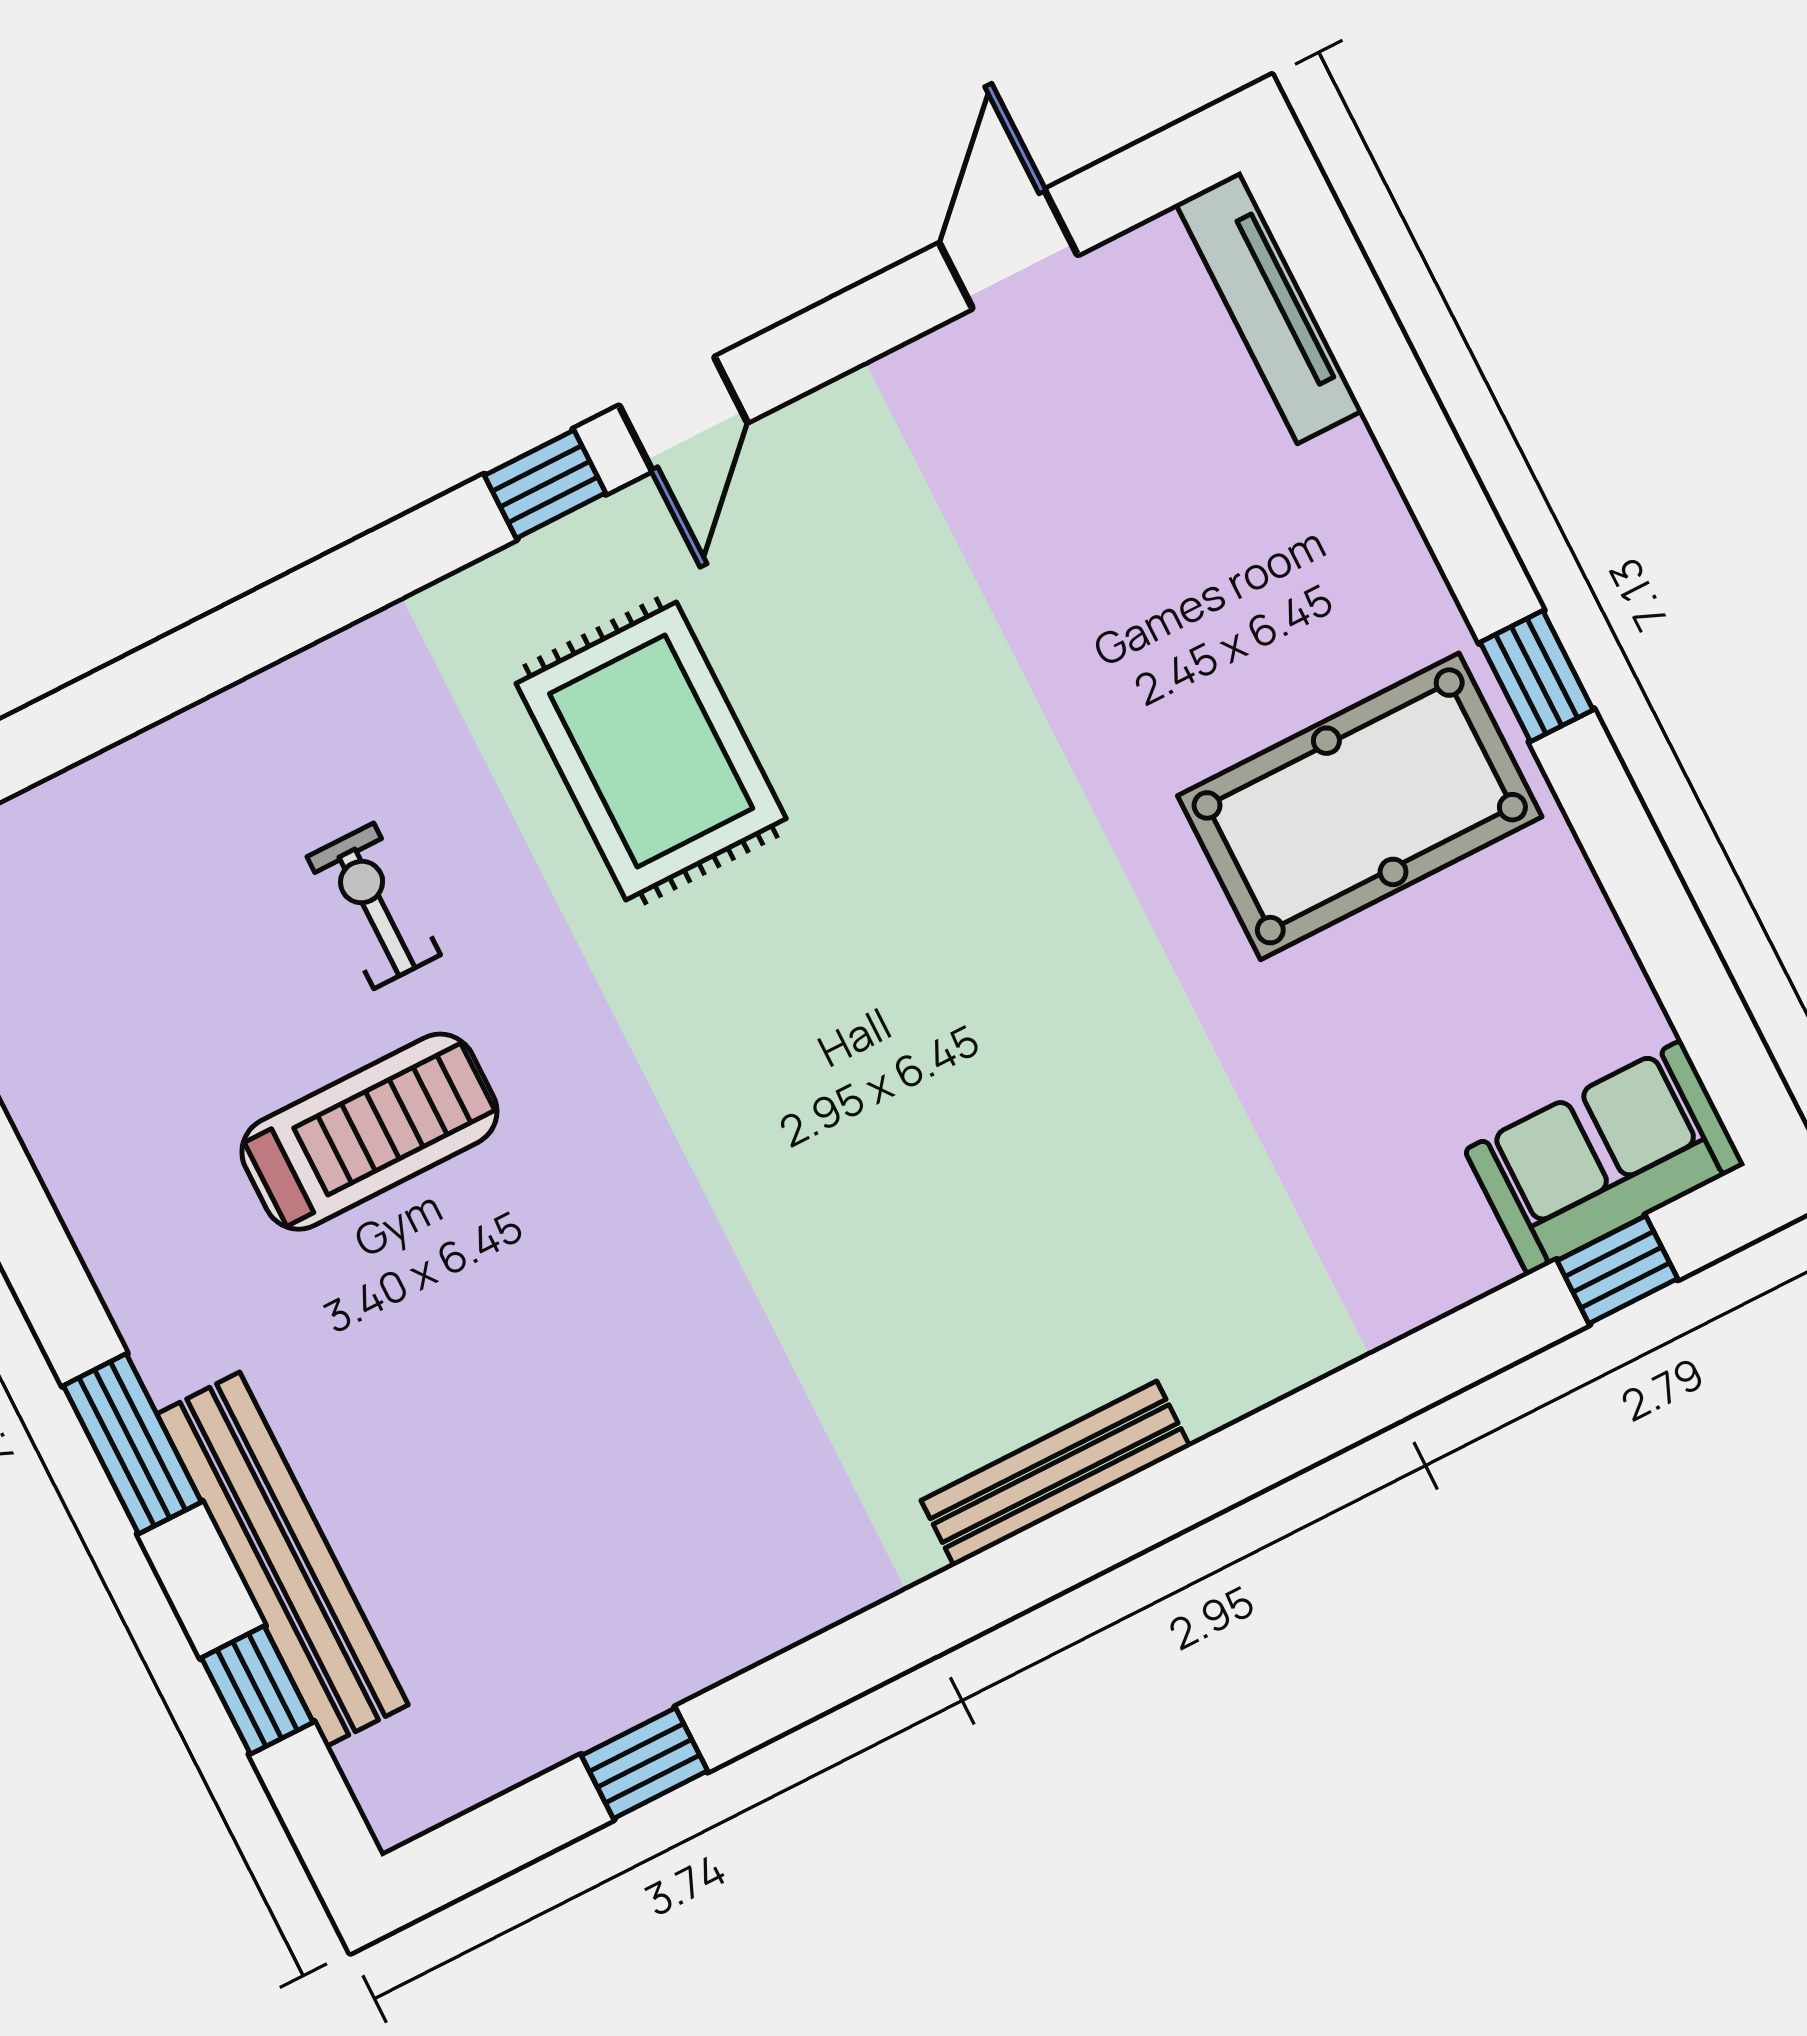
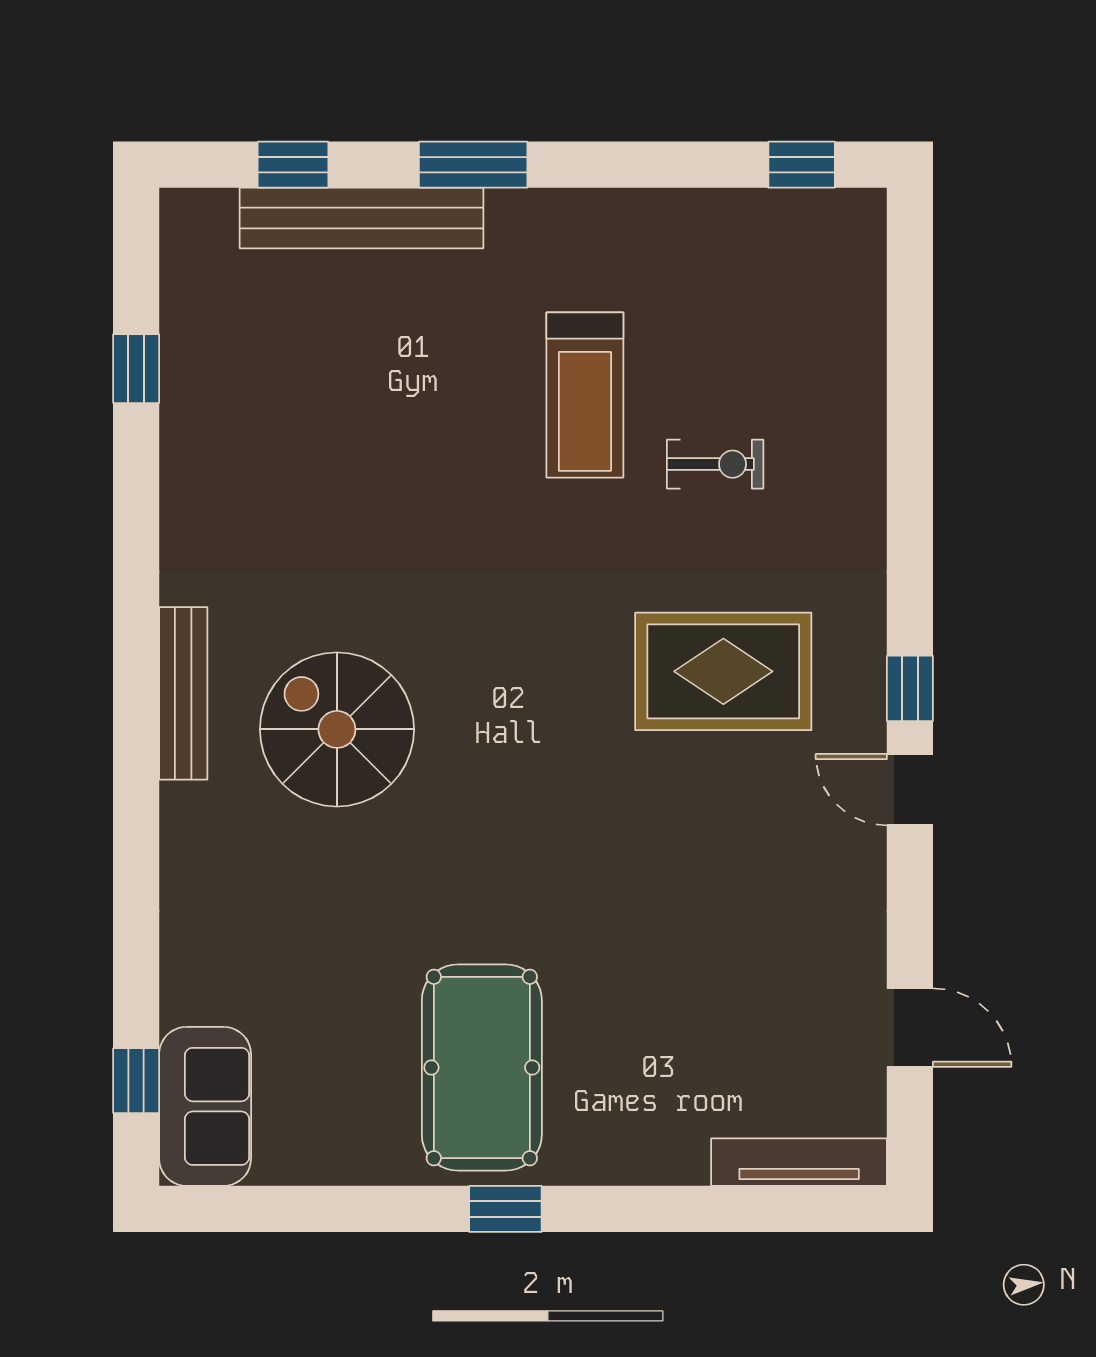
spiral stairs: (998, 1239) -> (337, 729), added

